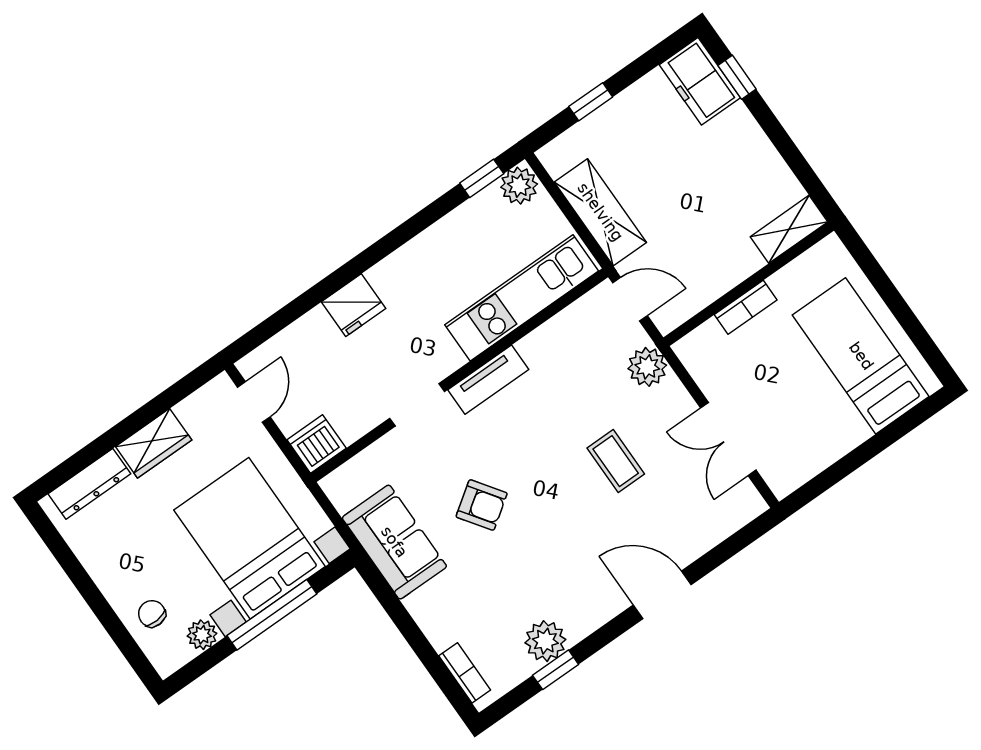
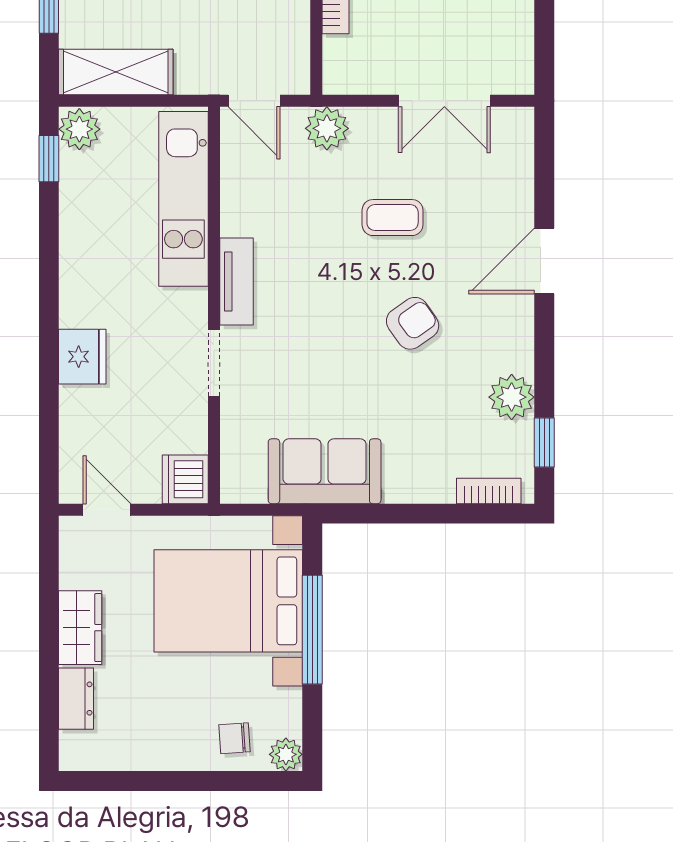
shelving: (600, 212) -> (116, 72), moved
door: (630, 299) -> (254, 101), swing flipped
dresser: (89, 484) -> (76, 699), width x0.70
armchair: (482, 505) -> (413, 323), moved
plant: (202, 635) -> (286, 754), moved
window: (556, 670) -> (544, 442), moved

